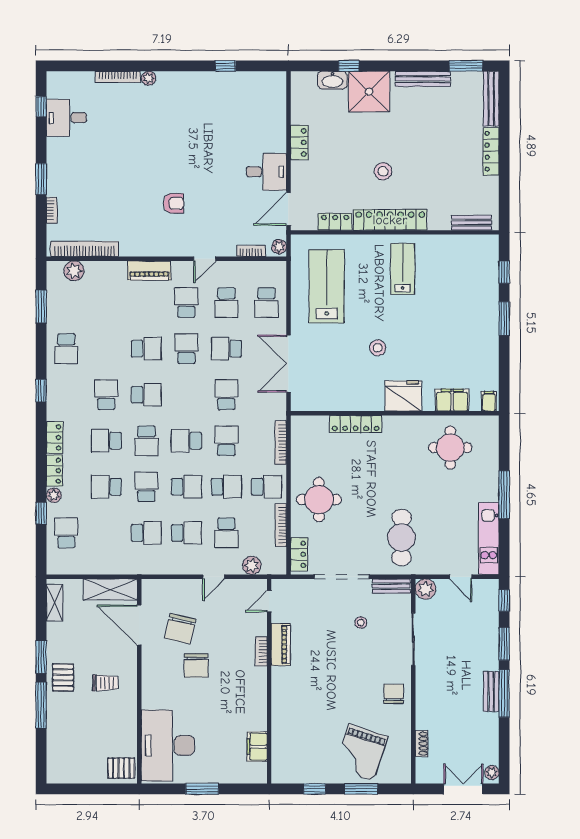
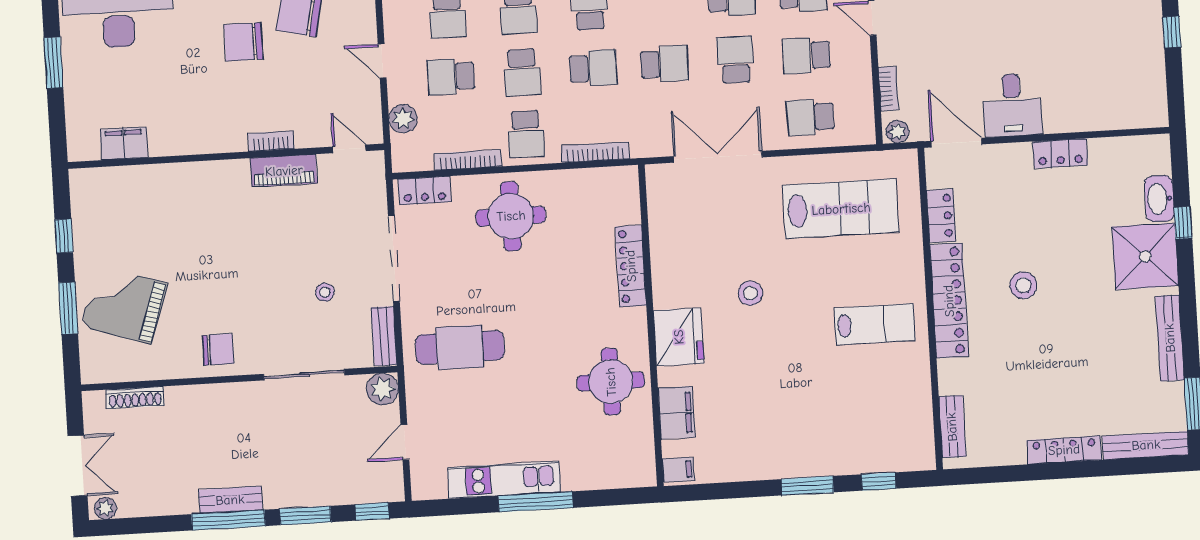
round table: (450, 448) -> (611, 382), moved
kitchen unit: (489, 538) -> (504, 480), moved
shoe rack: (422, 744) -> (135, 398), width x1.43

